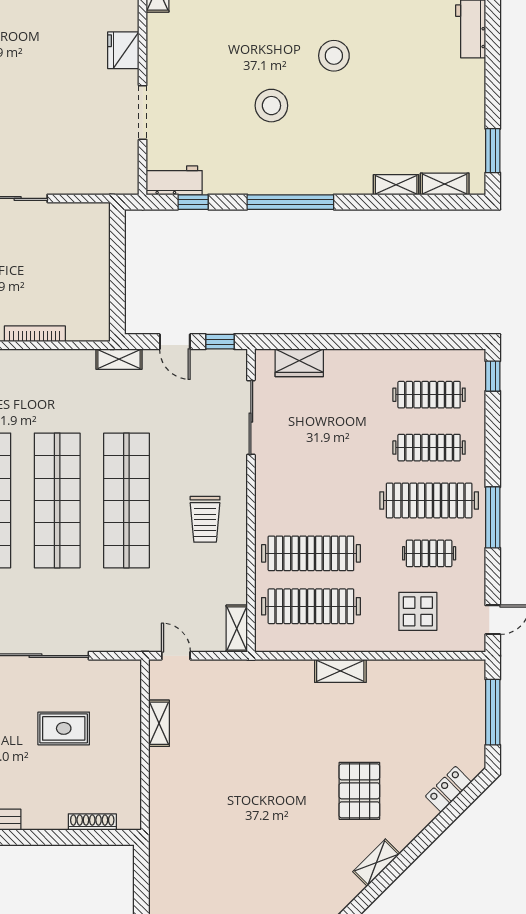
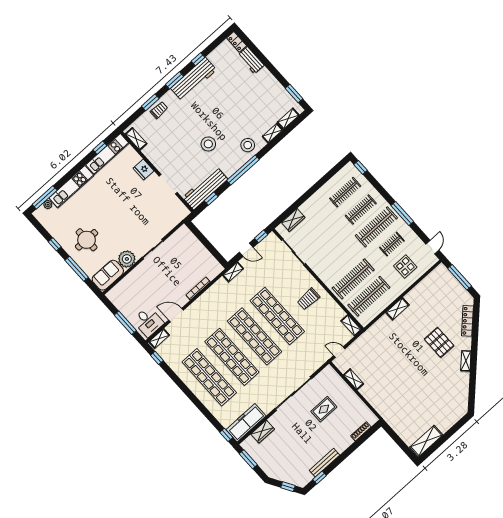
stool: (334, 56) -> (248, 145), moved
workbench: (174, 180) -> (205, 188), width x1.88, depth x1.32
trolley: (205, 519) -> (309, 299), turned 90
locker: (448, 789) -> (467, 321), width x1.53

